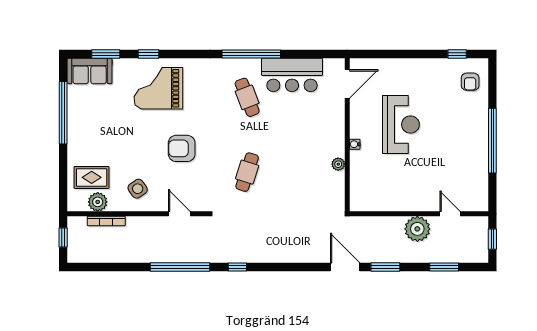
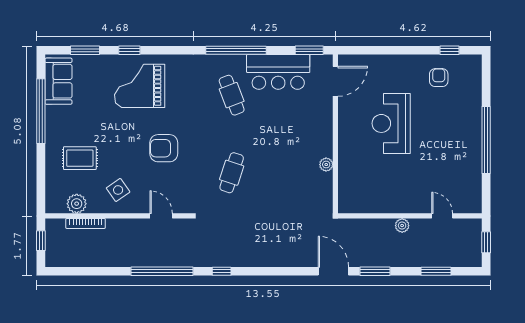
window: (322, 54) -> (309, 50), added
sofa: (90, 71) -> (58, 81), moved, turned -90
armchair: (470, 82) -> (439, 78), moved, turned 180
reception desk: (401, 125) -> (391, 123), turned 180
water cooler: (355, 144) -> (343, 144), removed
rug: (92, 177) -> (80, 158), moved
plant: (417, 229) -> (402, 226), width x0.53, depth x0.53

